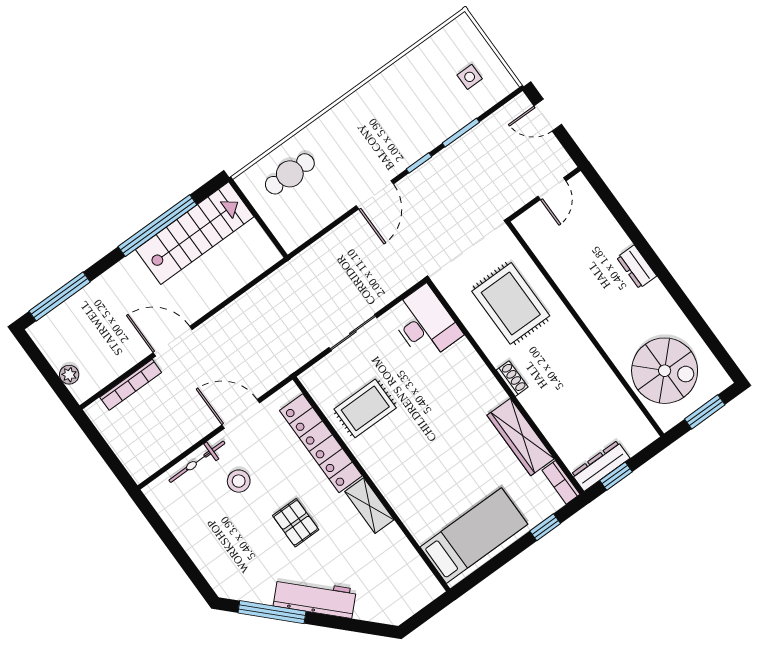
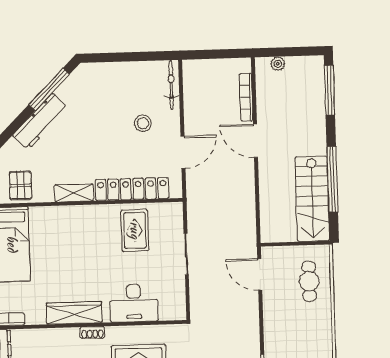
door: (375, 195) -> (260, 274), moved
desk: (425, 323) -> (134, 303), moved
door: (173, 341) -> (255, 141), swing flipped
wardrobe: (521, 437) -> (74, 313), moved
bicycle: (197, 462) -> (171, 85), moved
pallet: (296, 523) -> (21, 186), moved, turned 90

